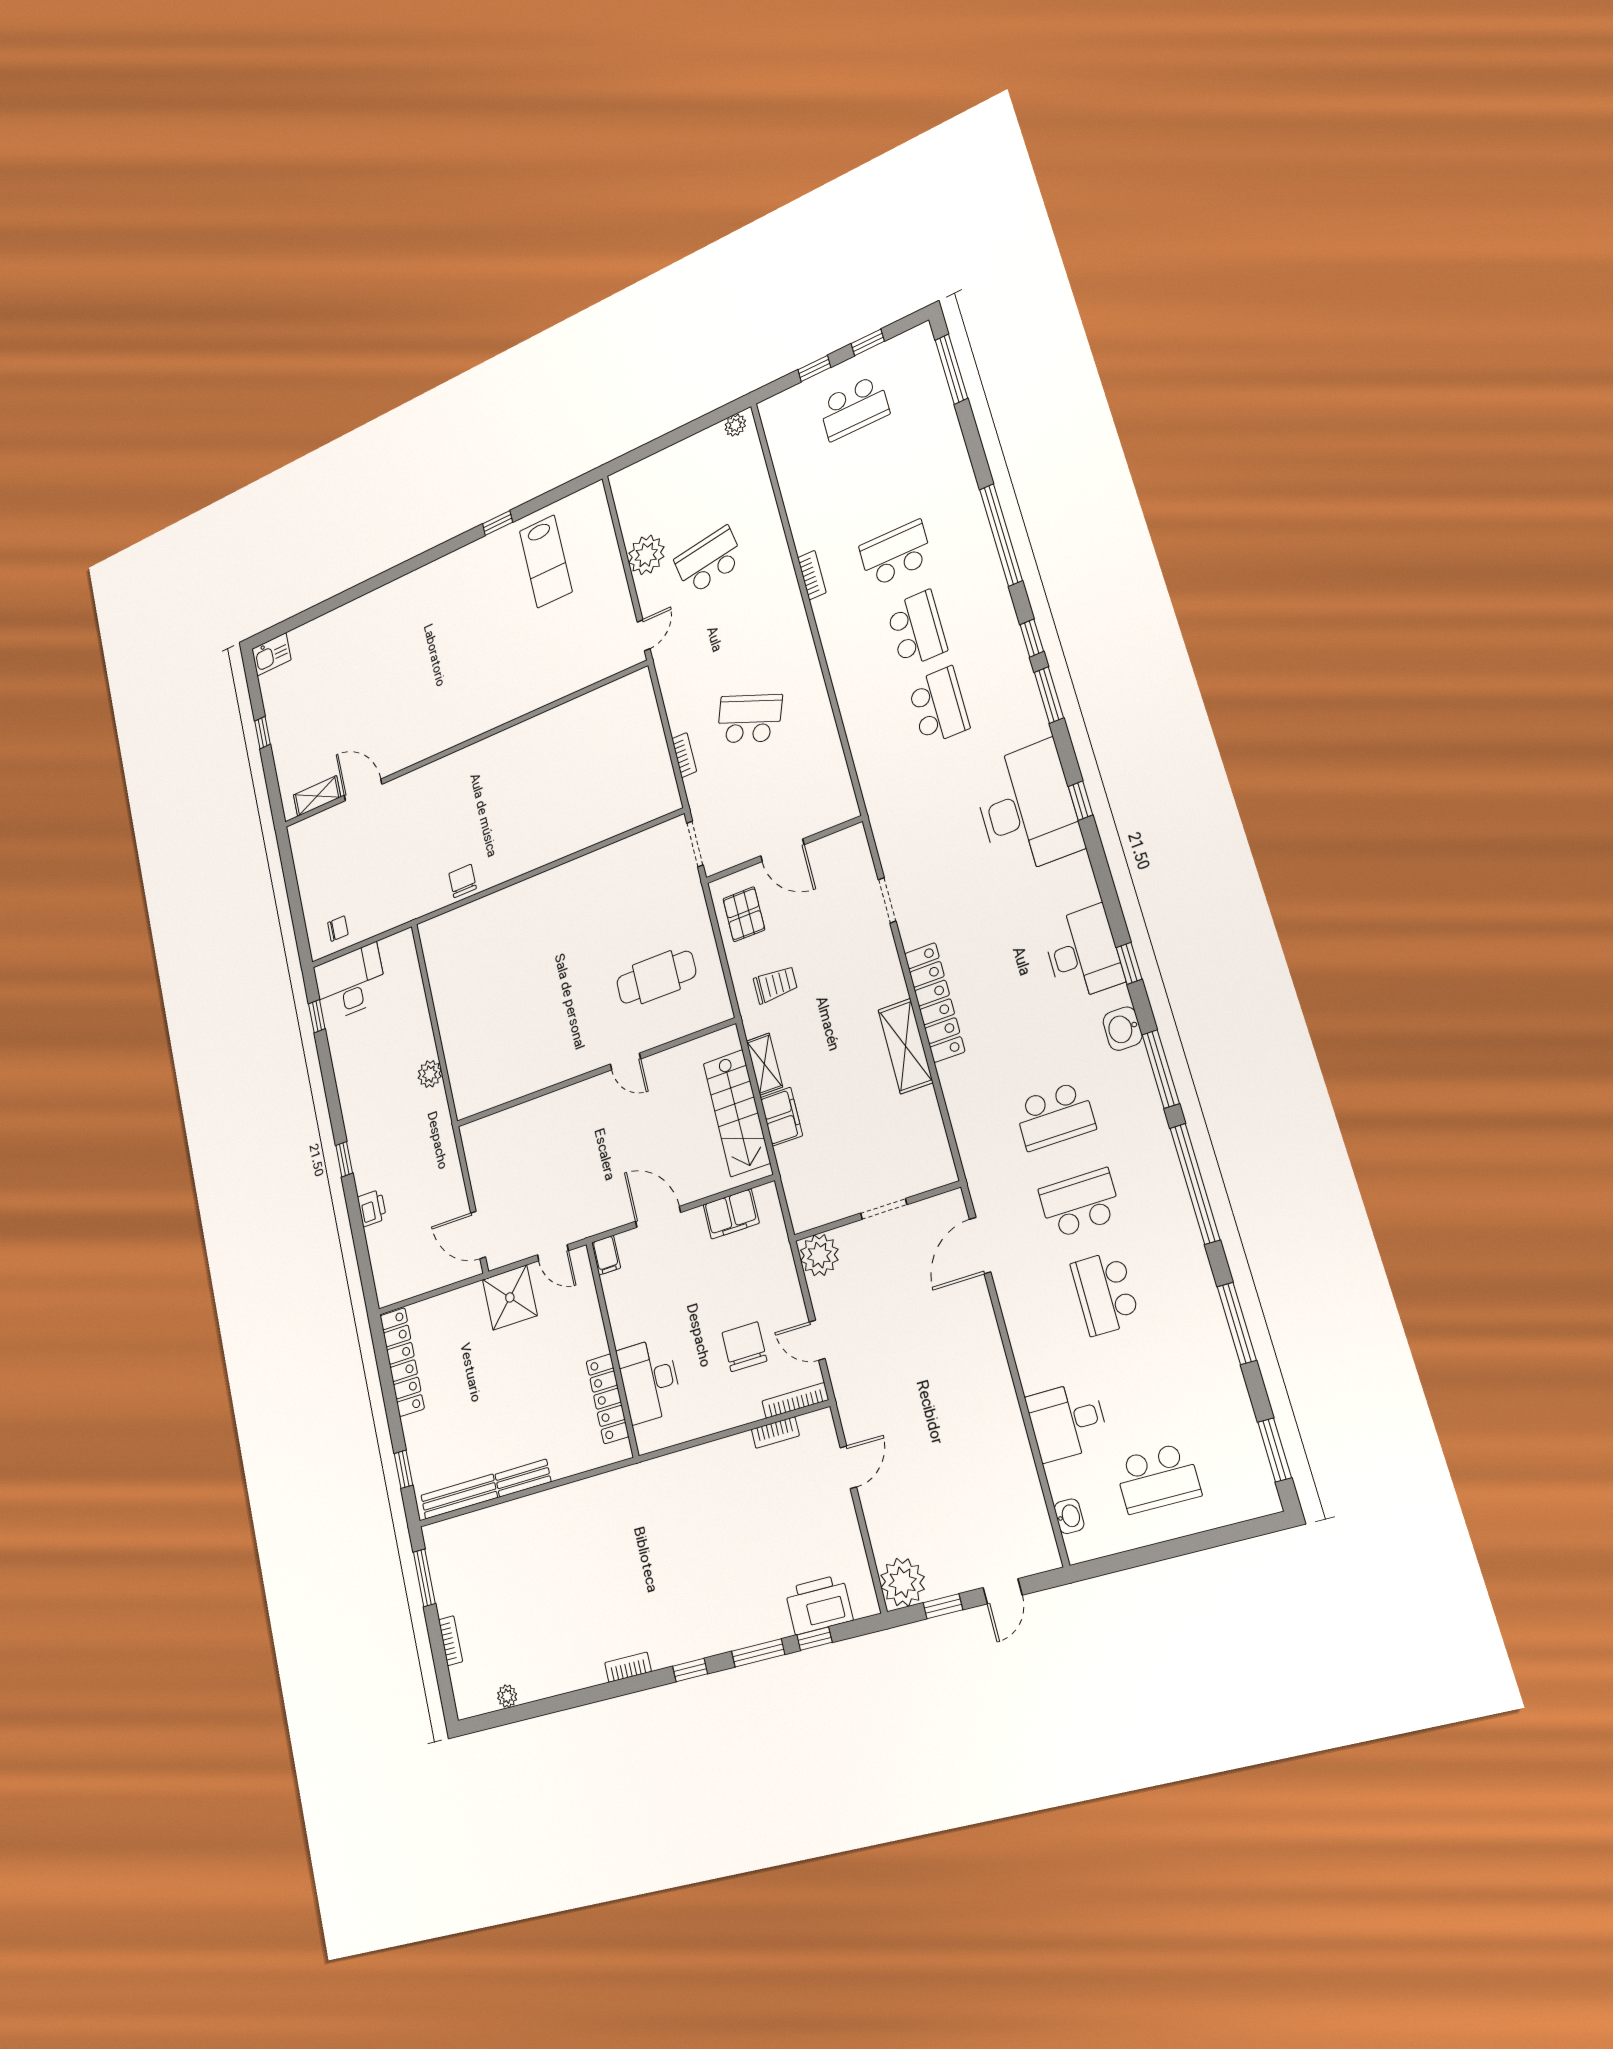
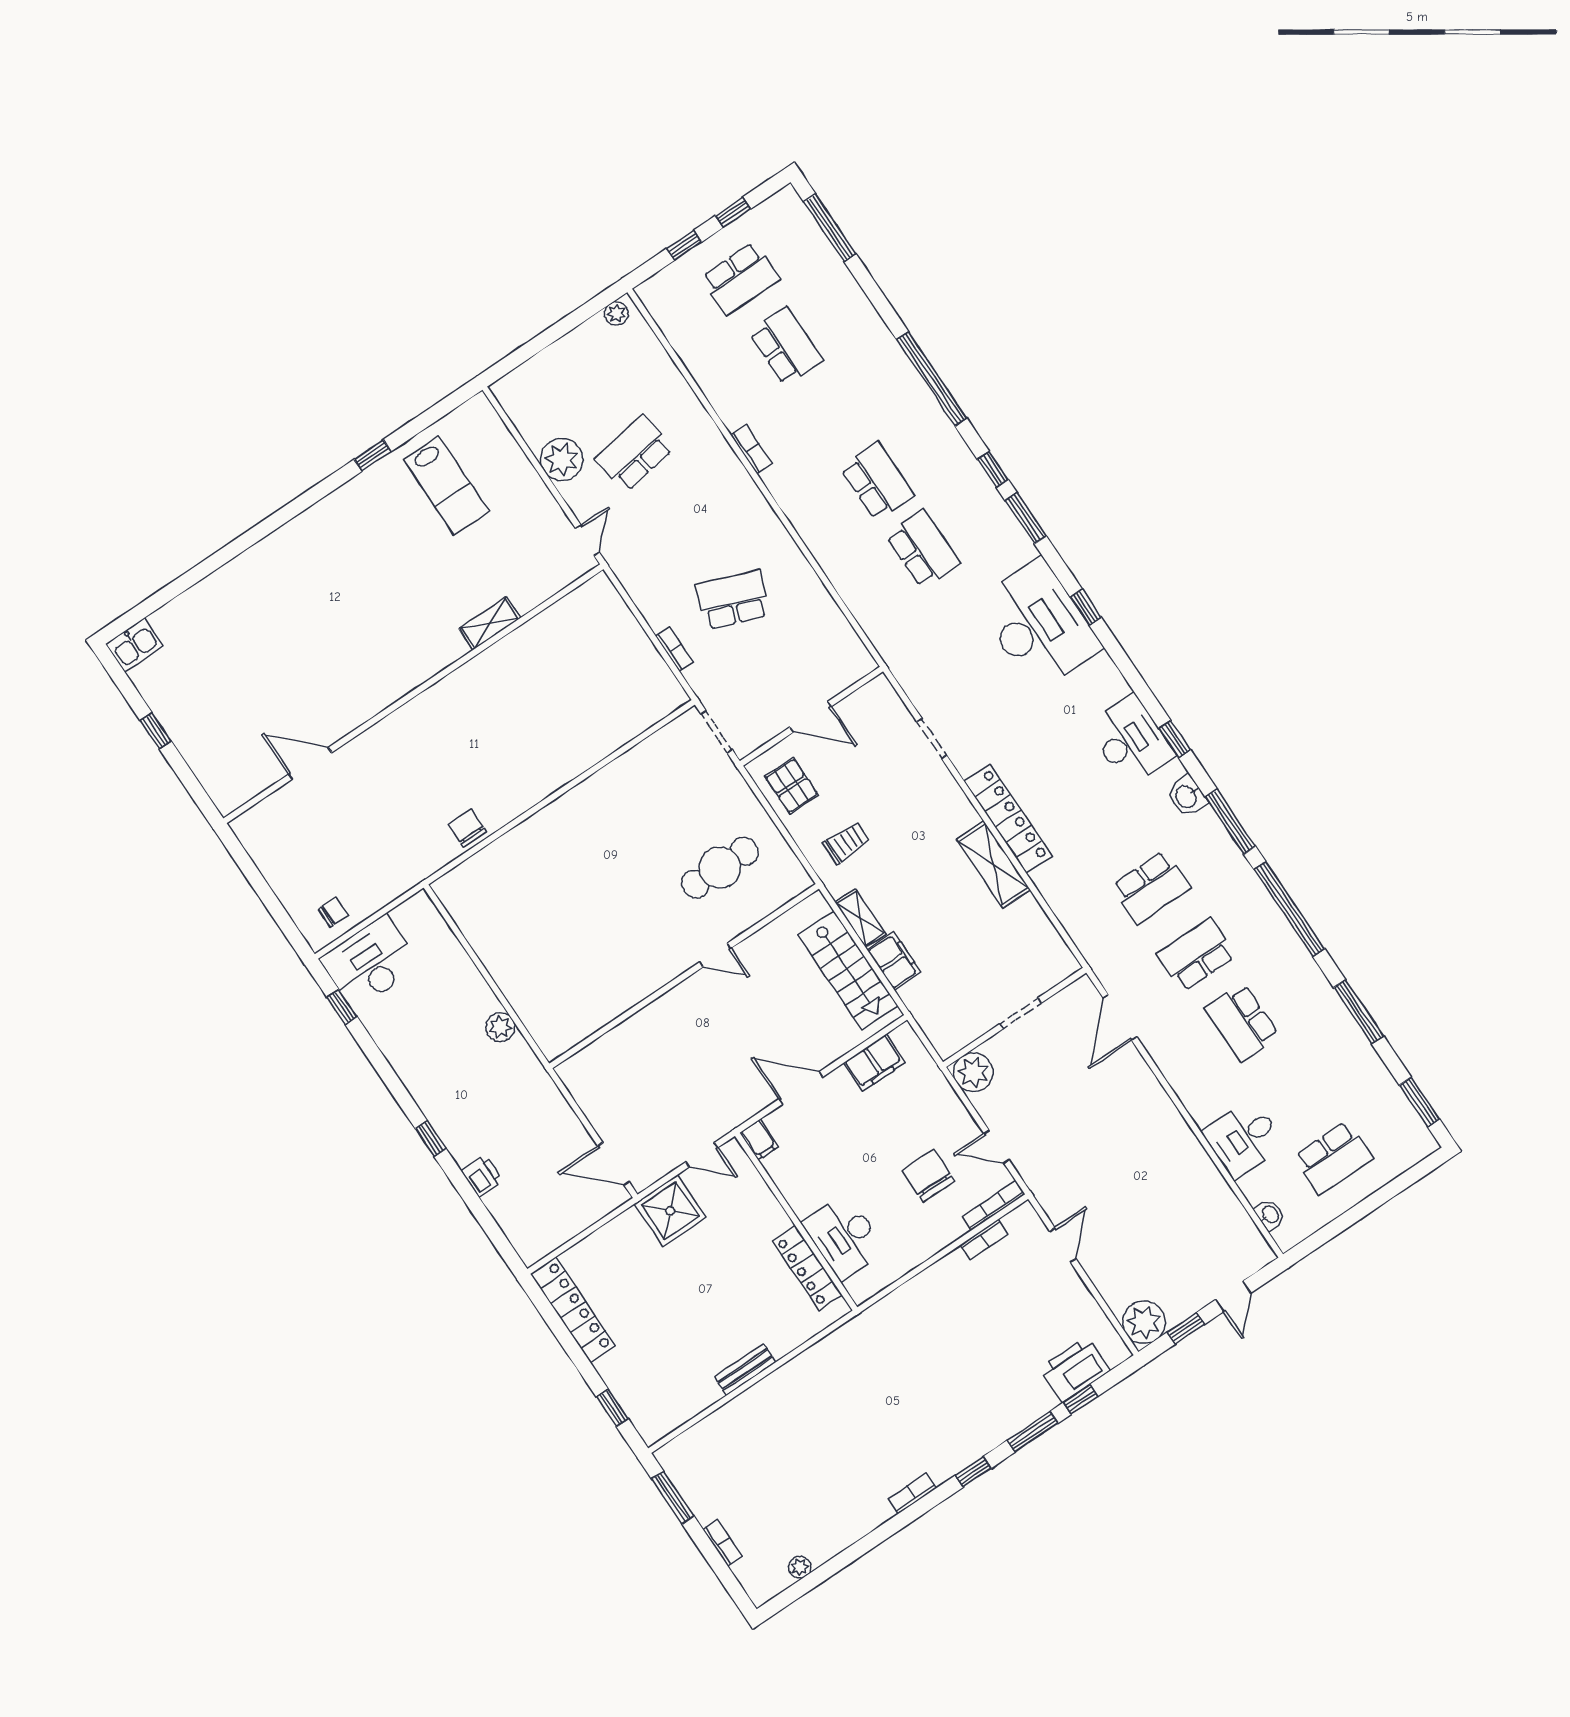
school desk: (895, 554) -> (786, 346), moved, turned 90
shelving: (317, 796) -> (490, 623), moved
bench: (459, 1496) -> (683, 1411), removed

